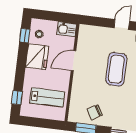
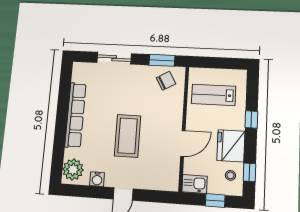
window: (52, 16) -> (215, 200), added
window: (17, 98) -> (251, 120), moved
chair: (95, 112) -> (166, 81), moved

